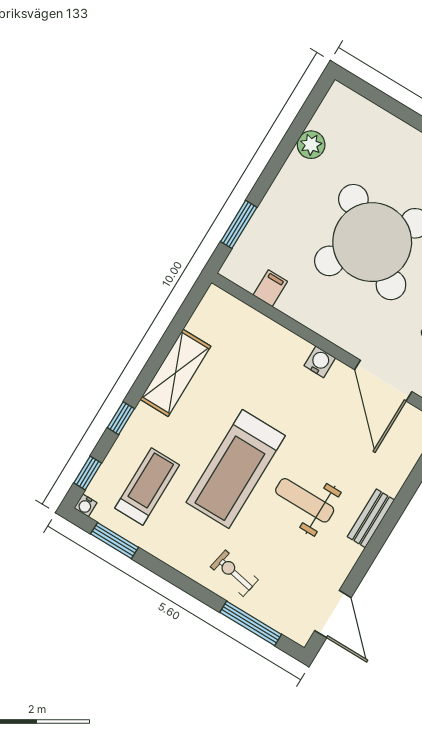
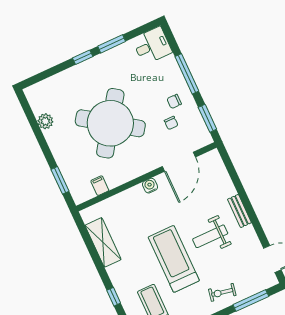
shelving: (176, 373) -> (103, 242), moved
door: (383, 381) -> (179, 162), hinge flipped
treadmill: (236, 469) -> (174, 259), turned 180

